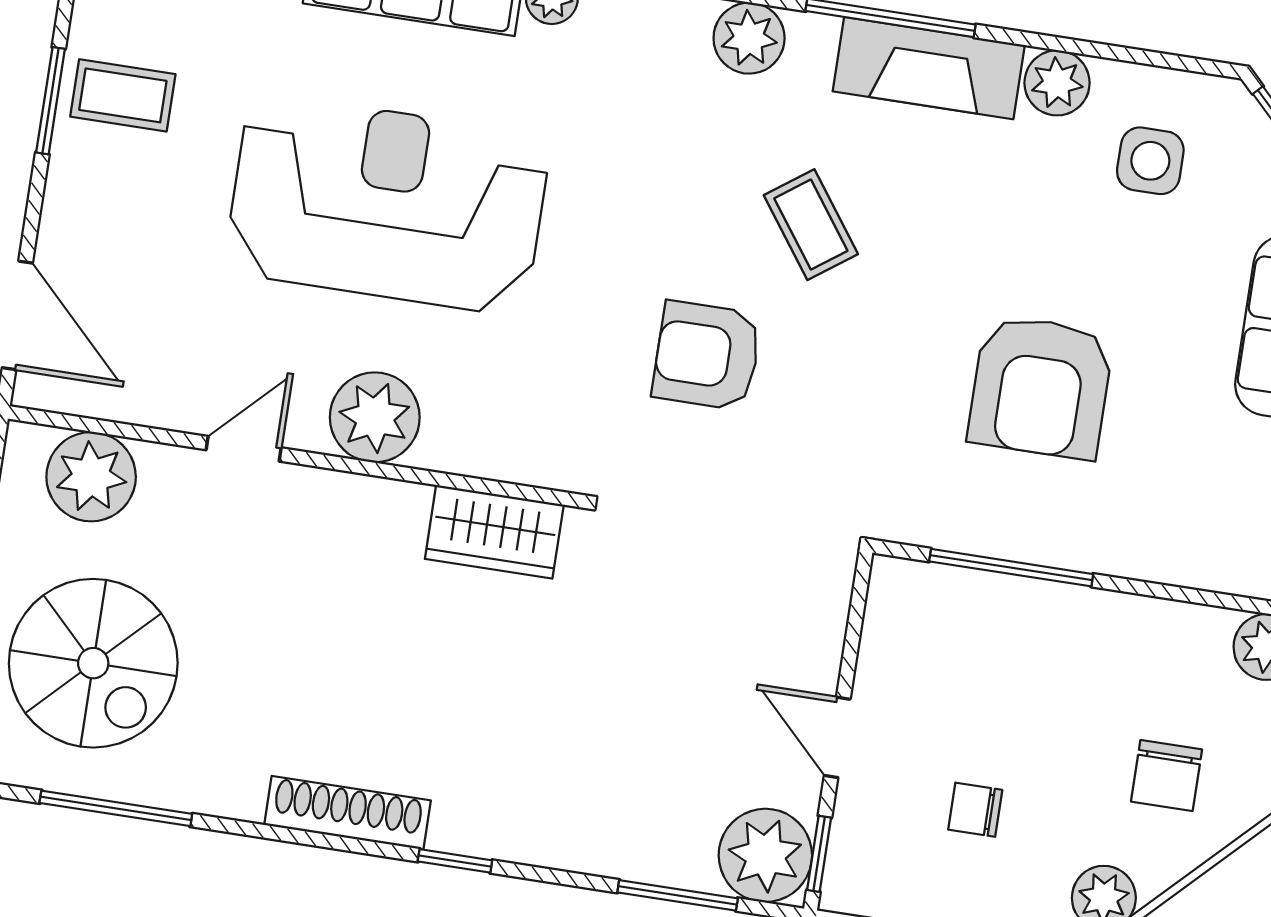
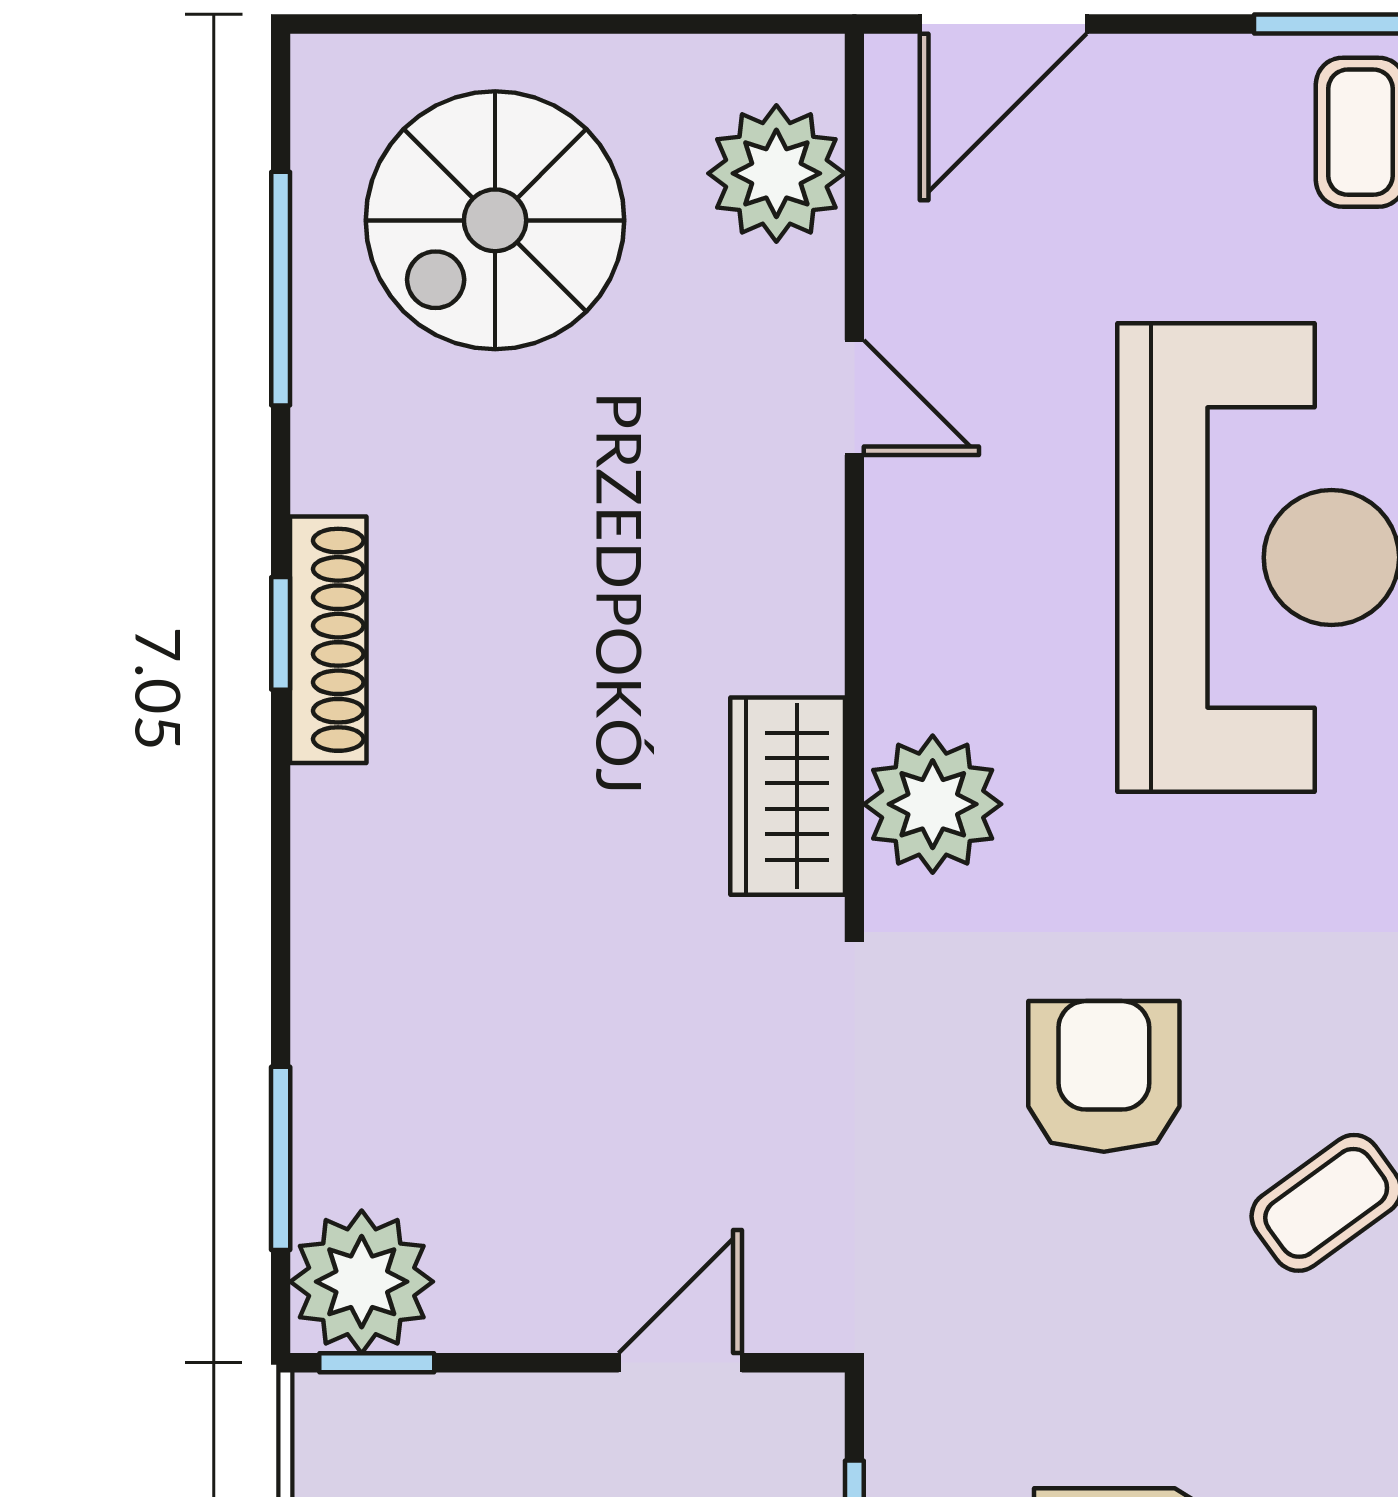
plant: (375, 417) -> (933, 804), moved
door: (837, 737) -> (680, 1363), moved
window: (455, 861) -> (281, 633), moved

